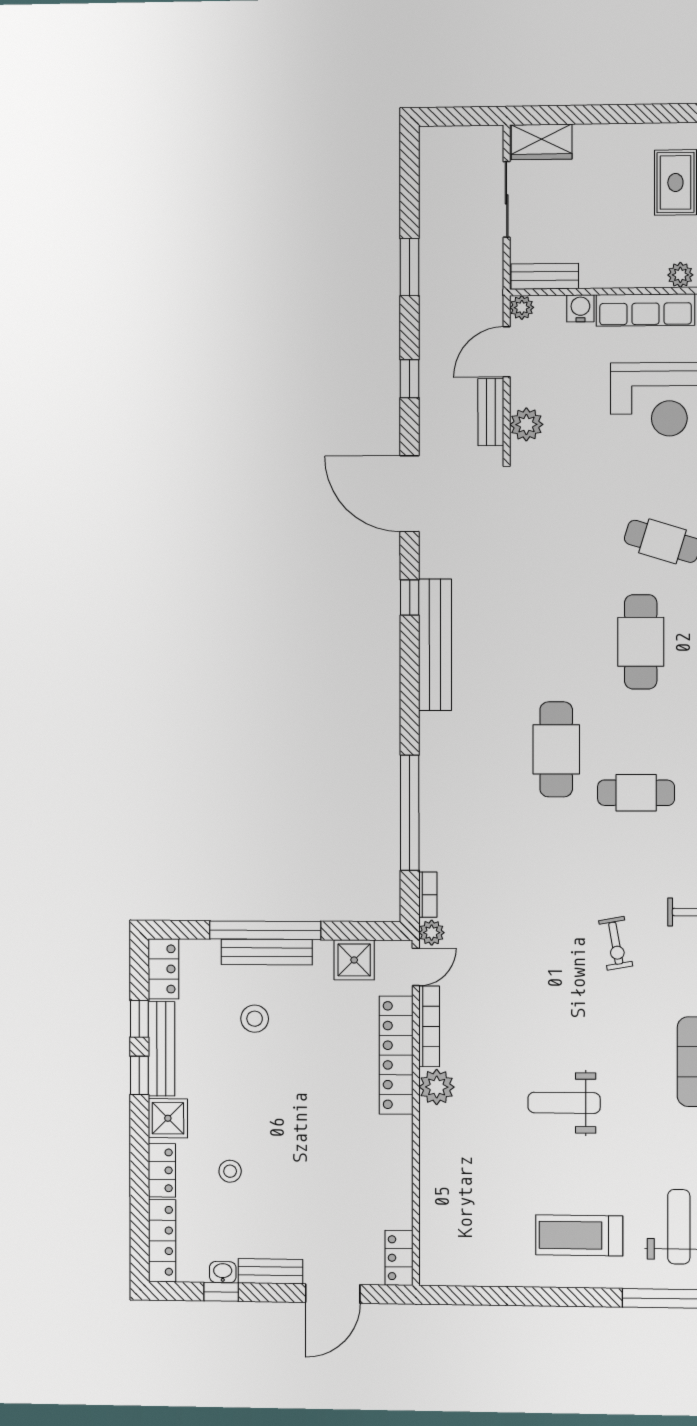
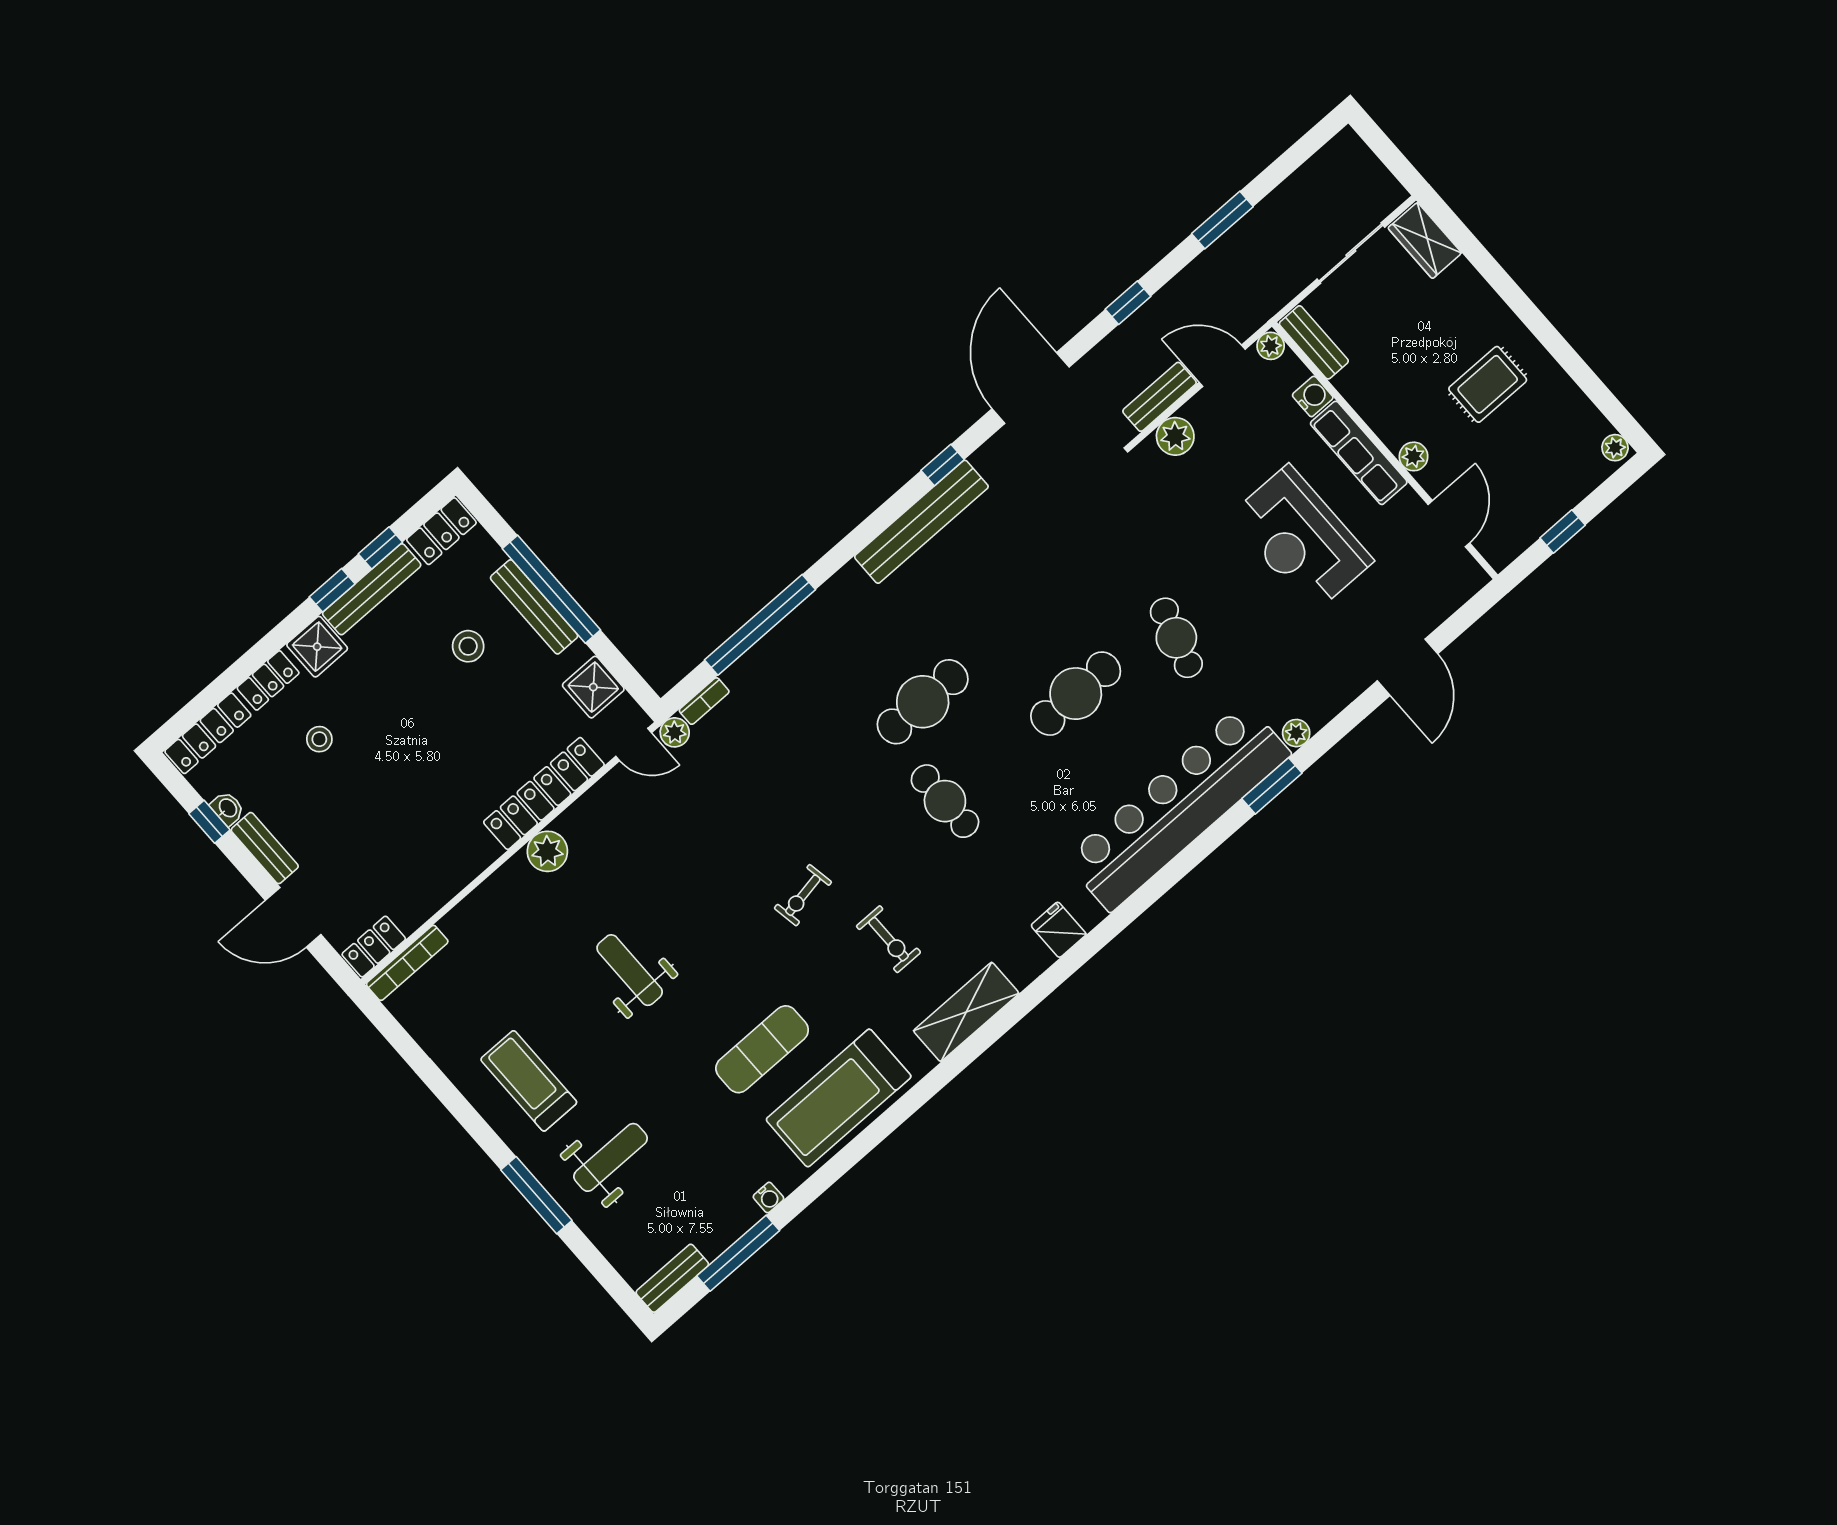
bookcase: (429, 1026) -> (407, 963), moved

